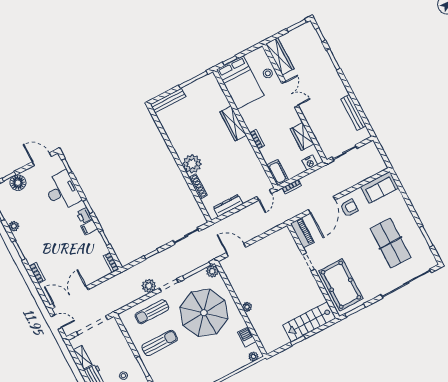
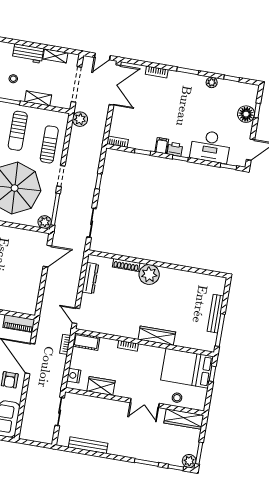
plant: (308, 29) -> (189, 461), added
bench: (168, 101) -> (215, 314), moved
plant: (149, 286) -> (80, 119), moved
shelving: (124, 346) -> (38, 98), added

